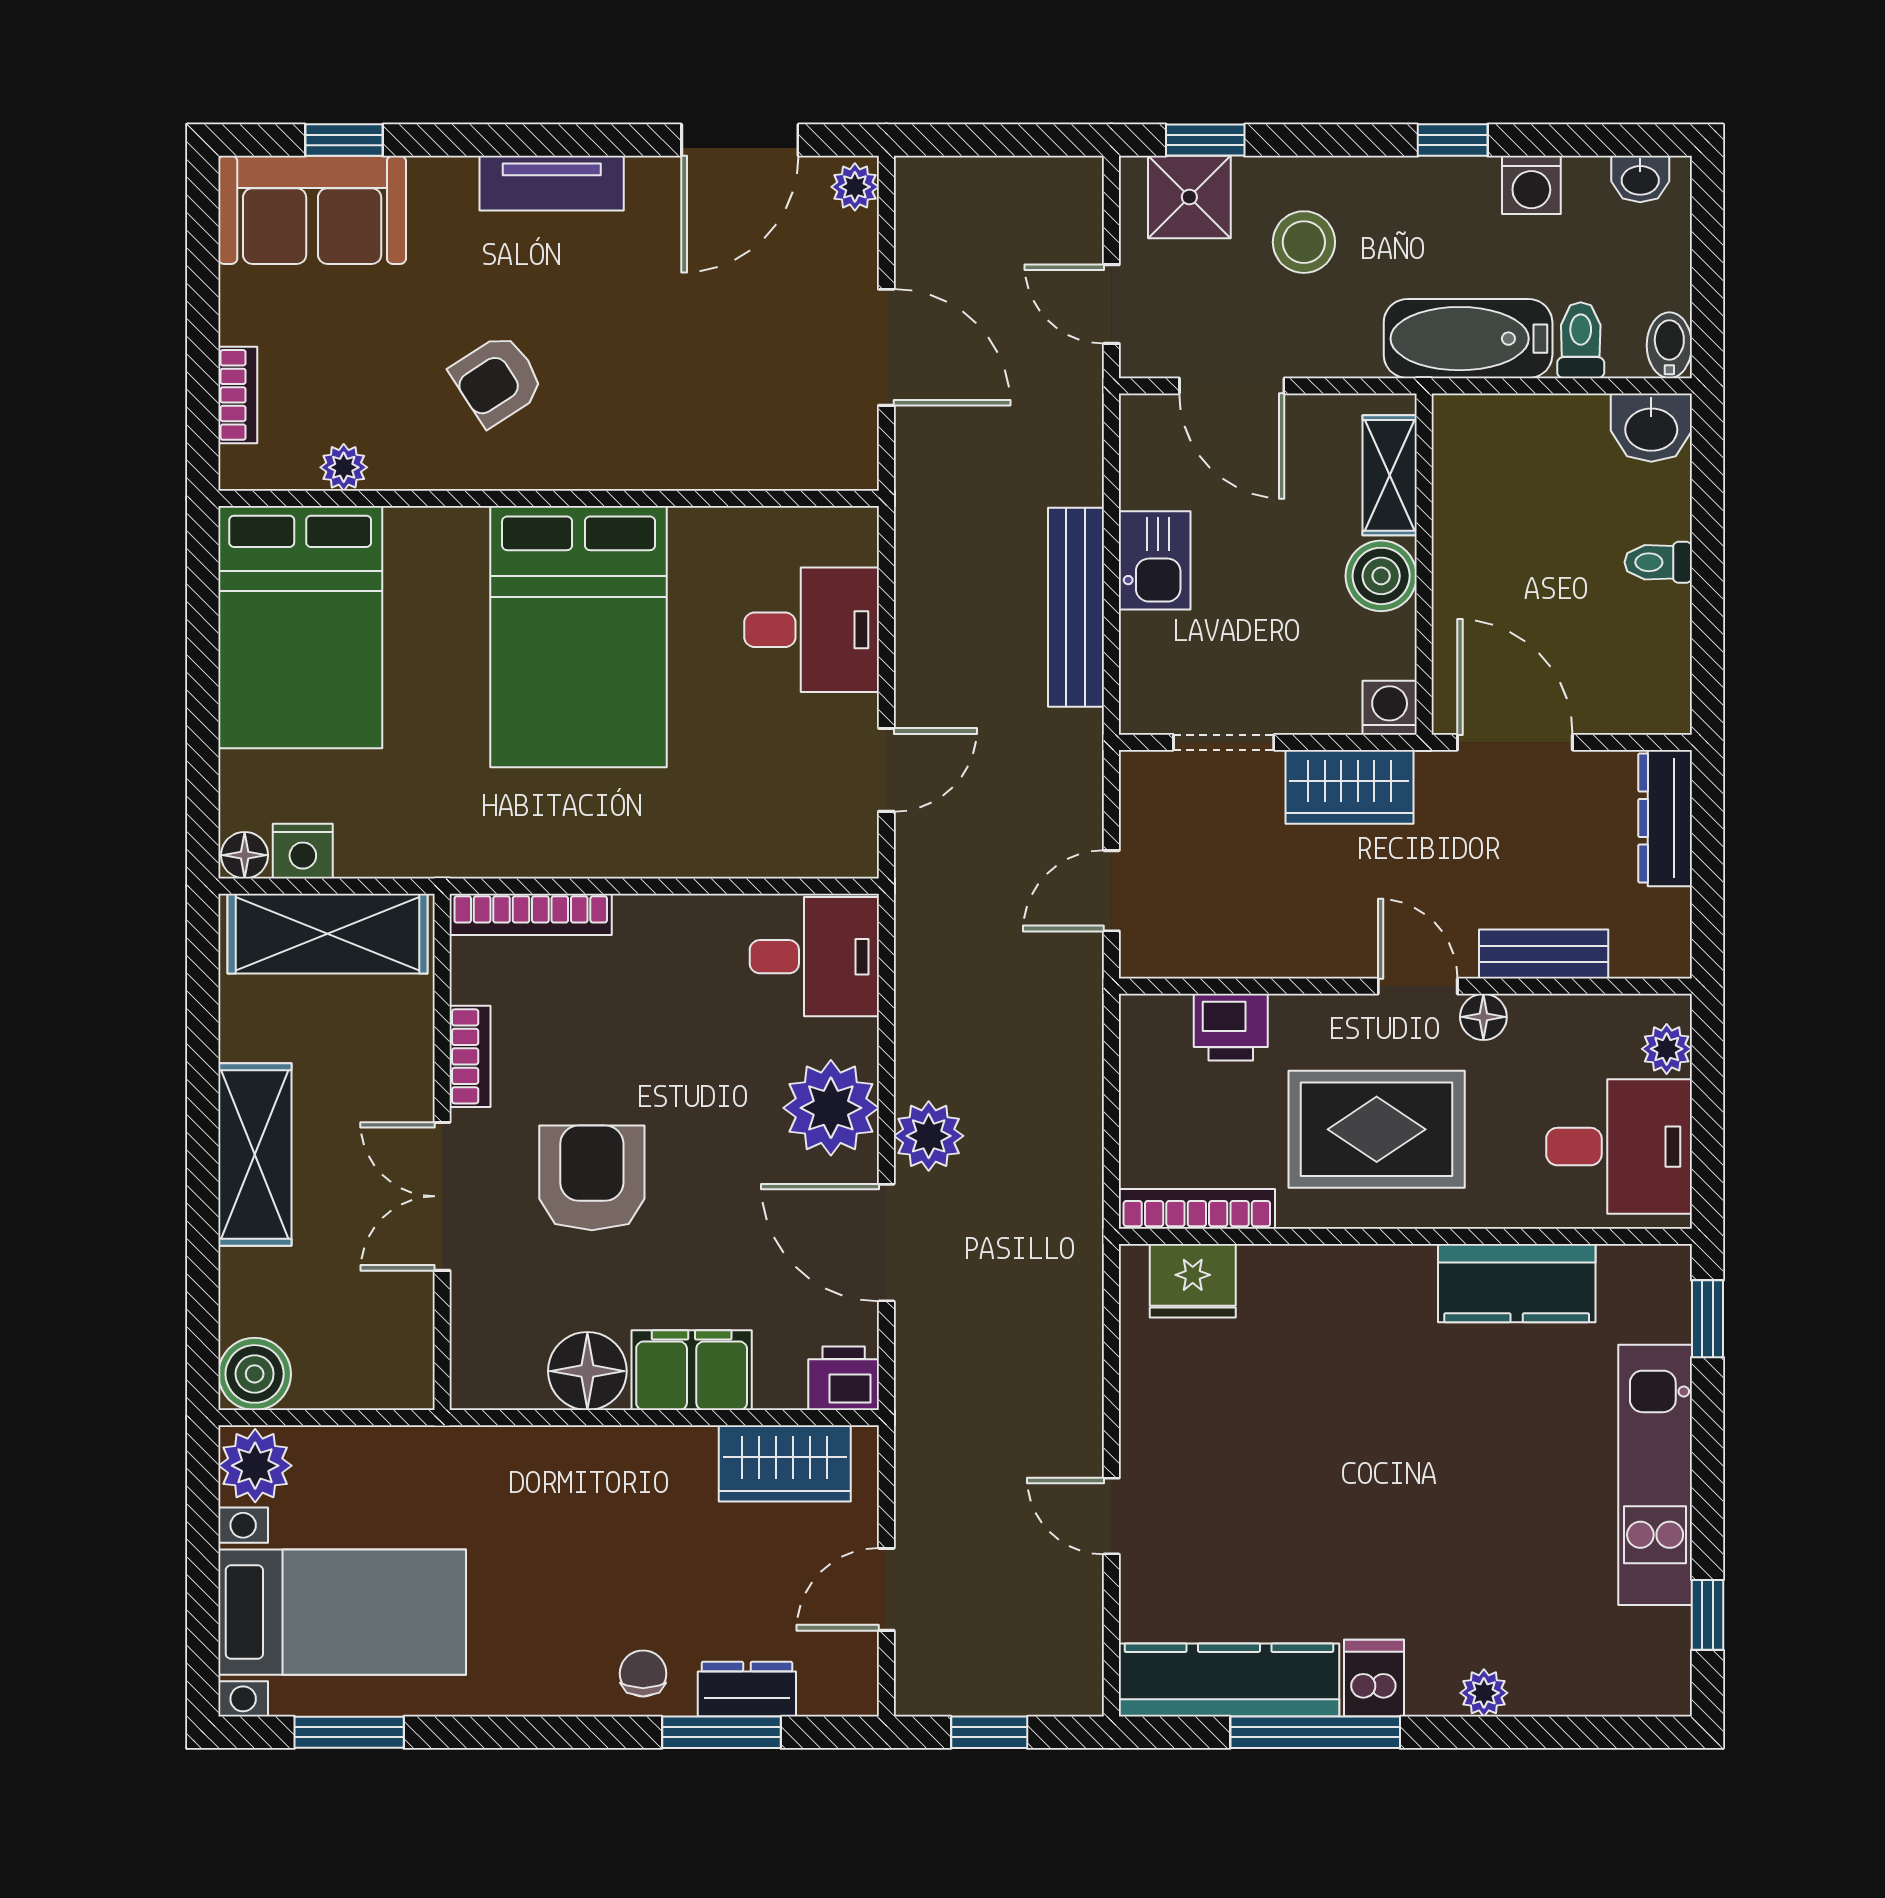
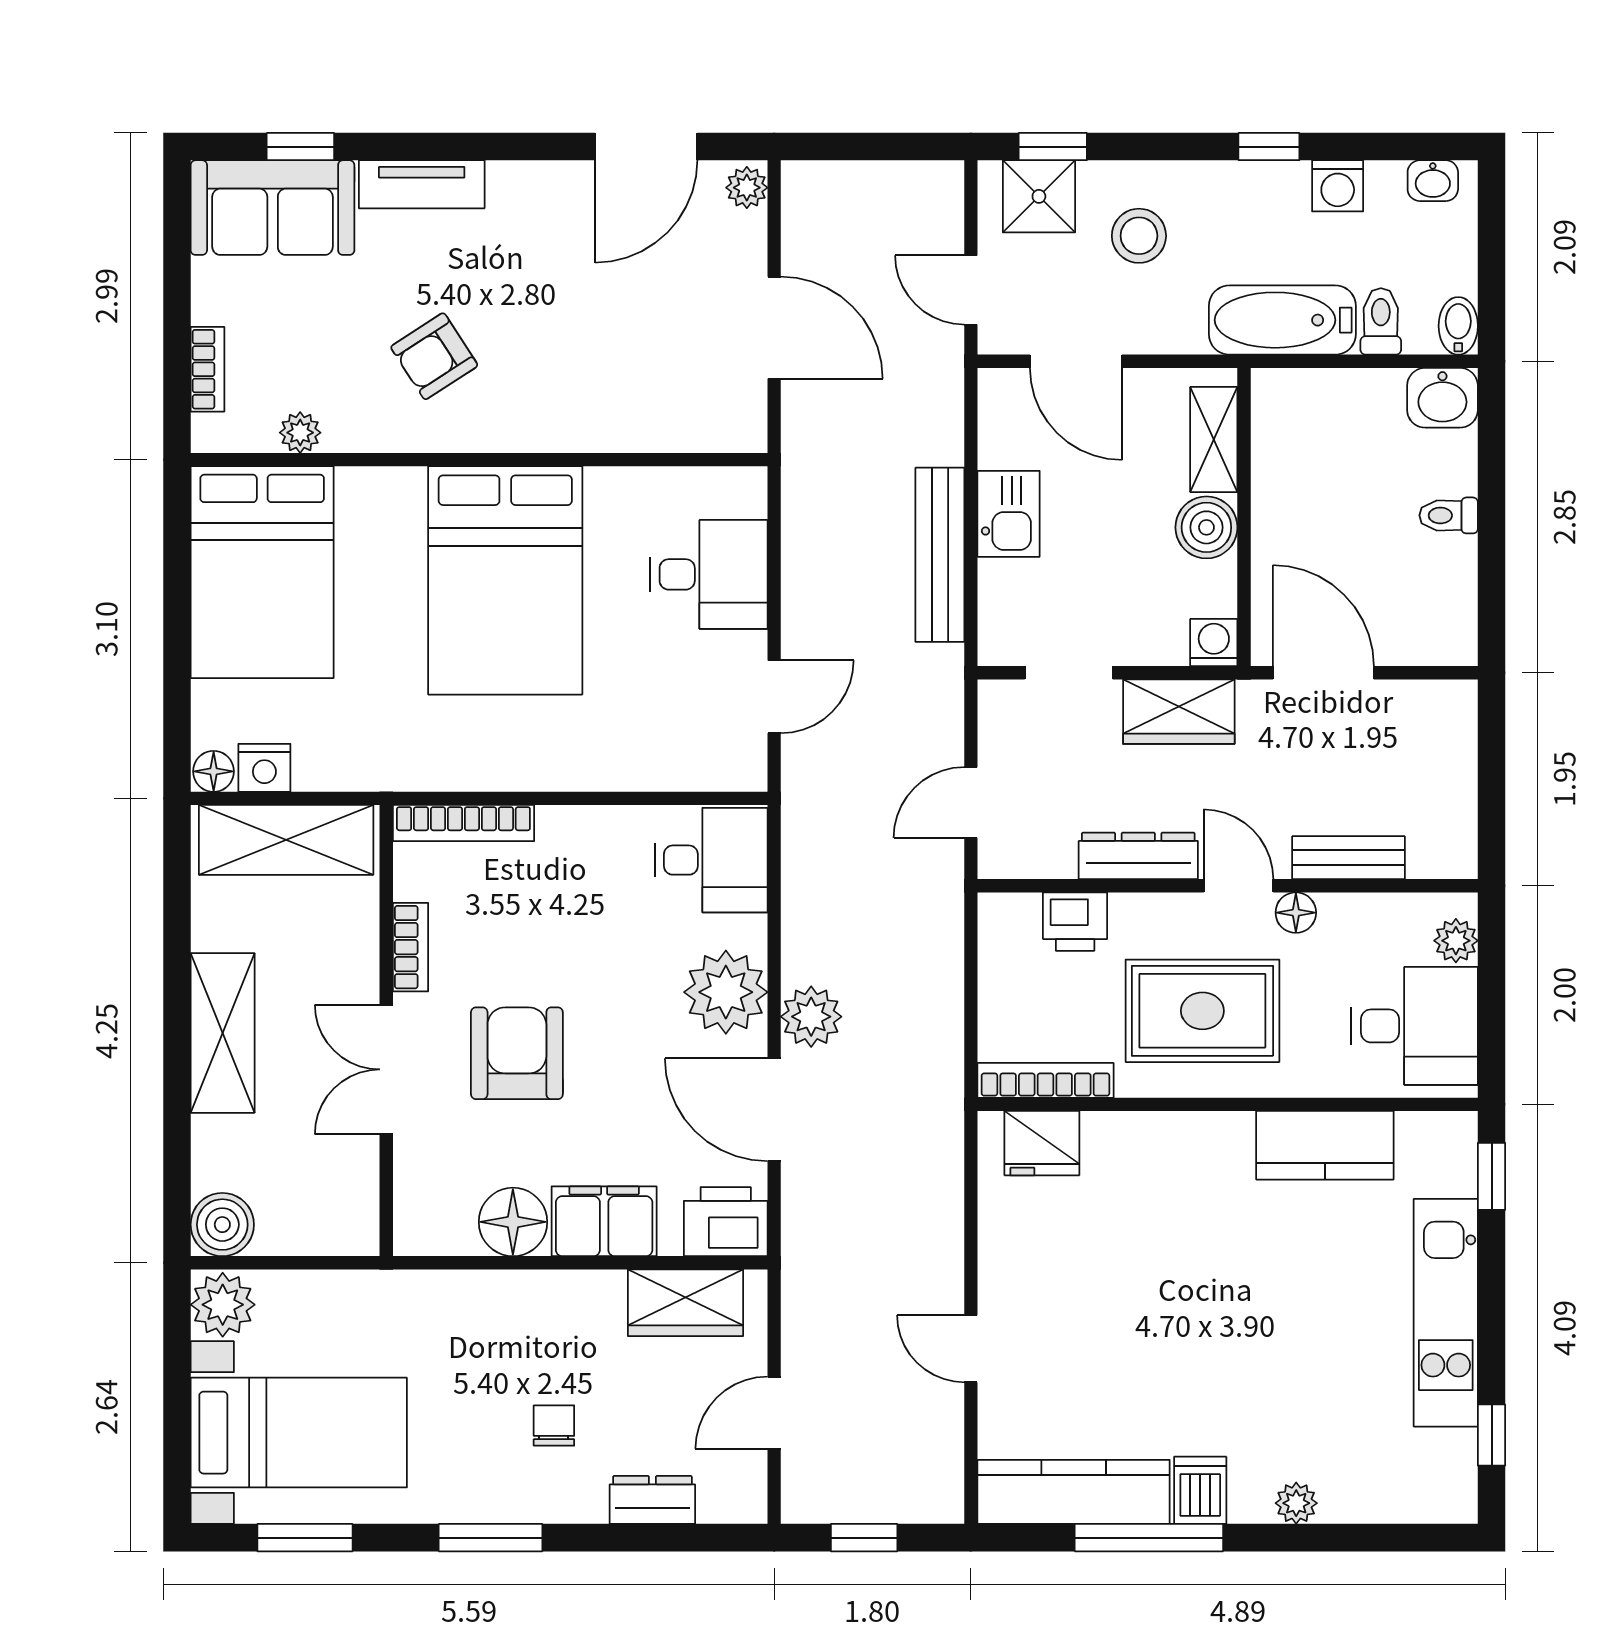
tv unit: (552, 183) -> (422, 184), moved
dresser: (1665, 818) -> (1138, 856), moved, turned 90
printer: (844, 1378) -> (726, 1222), width x1.36, depth x1.24
chair: (643, 1673) -> (554, 1425), moved
window: (721, 1732) -> (491, 1538), moved

